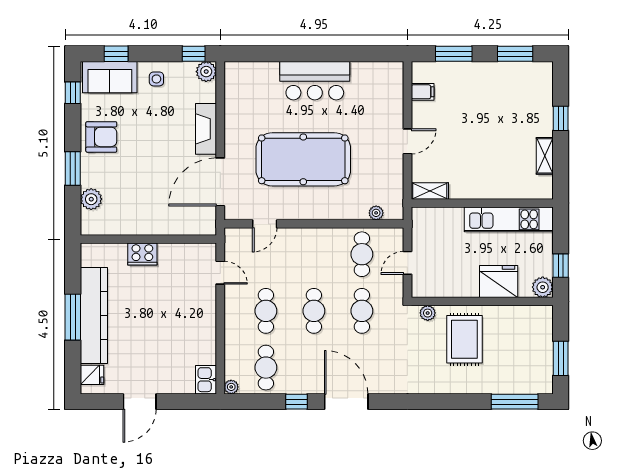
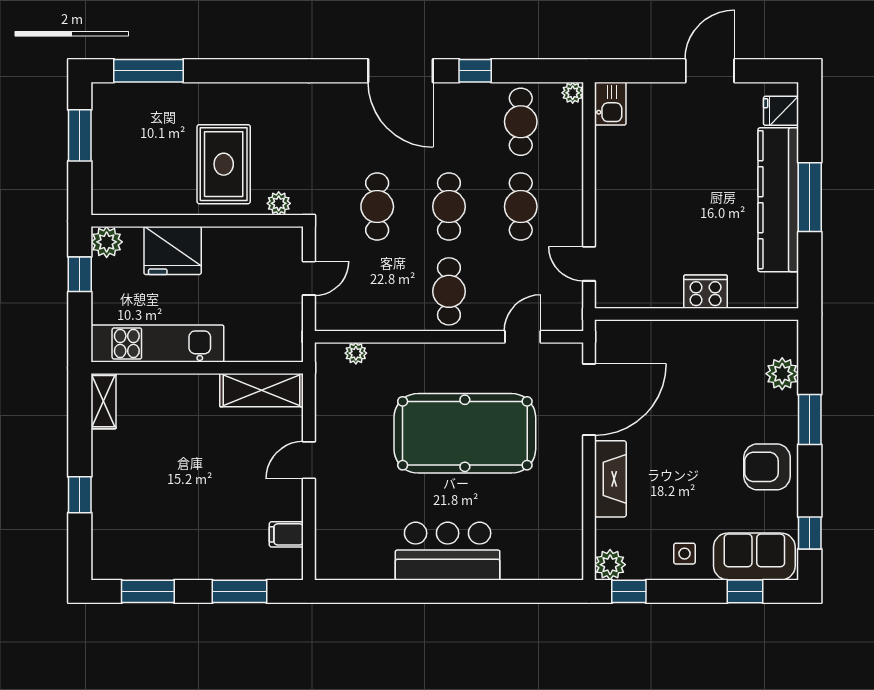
shelving: (545, 156) -> (103, 401), moved
shelving: (430, 191) -> (262, 390), width x1.50, depth x1.33
cafe table: (362, 254) -> (449, 291), moved

